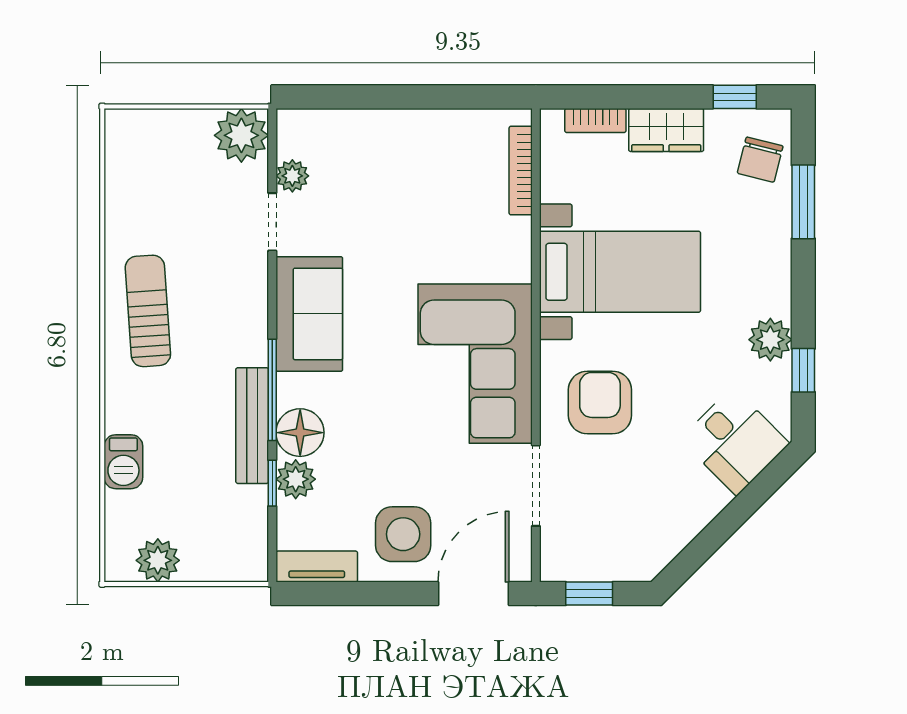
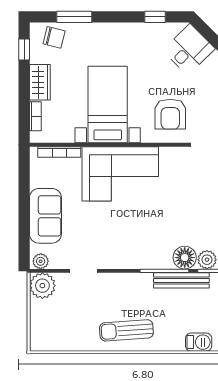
plant: (292, 176) -> (41, 261), moved
sofa: (309, 314) -> (45, 216), moved, turned 90
plant: (770, 340) -> (140, 33), removed
corner sofa: (475, 364) -> (120, 174), moved
armchair: (600, 402) -> (170, 114), turned -90

